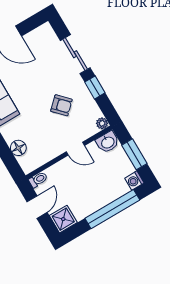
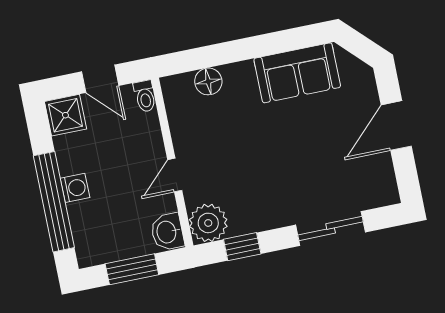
window: (95, 87) -> (242, 247), moved
armchair: (61, 105) -> (254, 177), removed
plant: (102, 123) -> (208, 223), width x1.88, depth x1.88
washing machine: (134, 181) -> (75, 188), moved, turned 90

